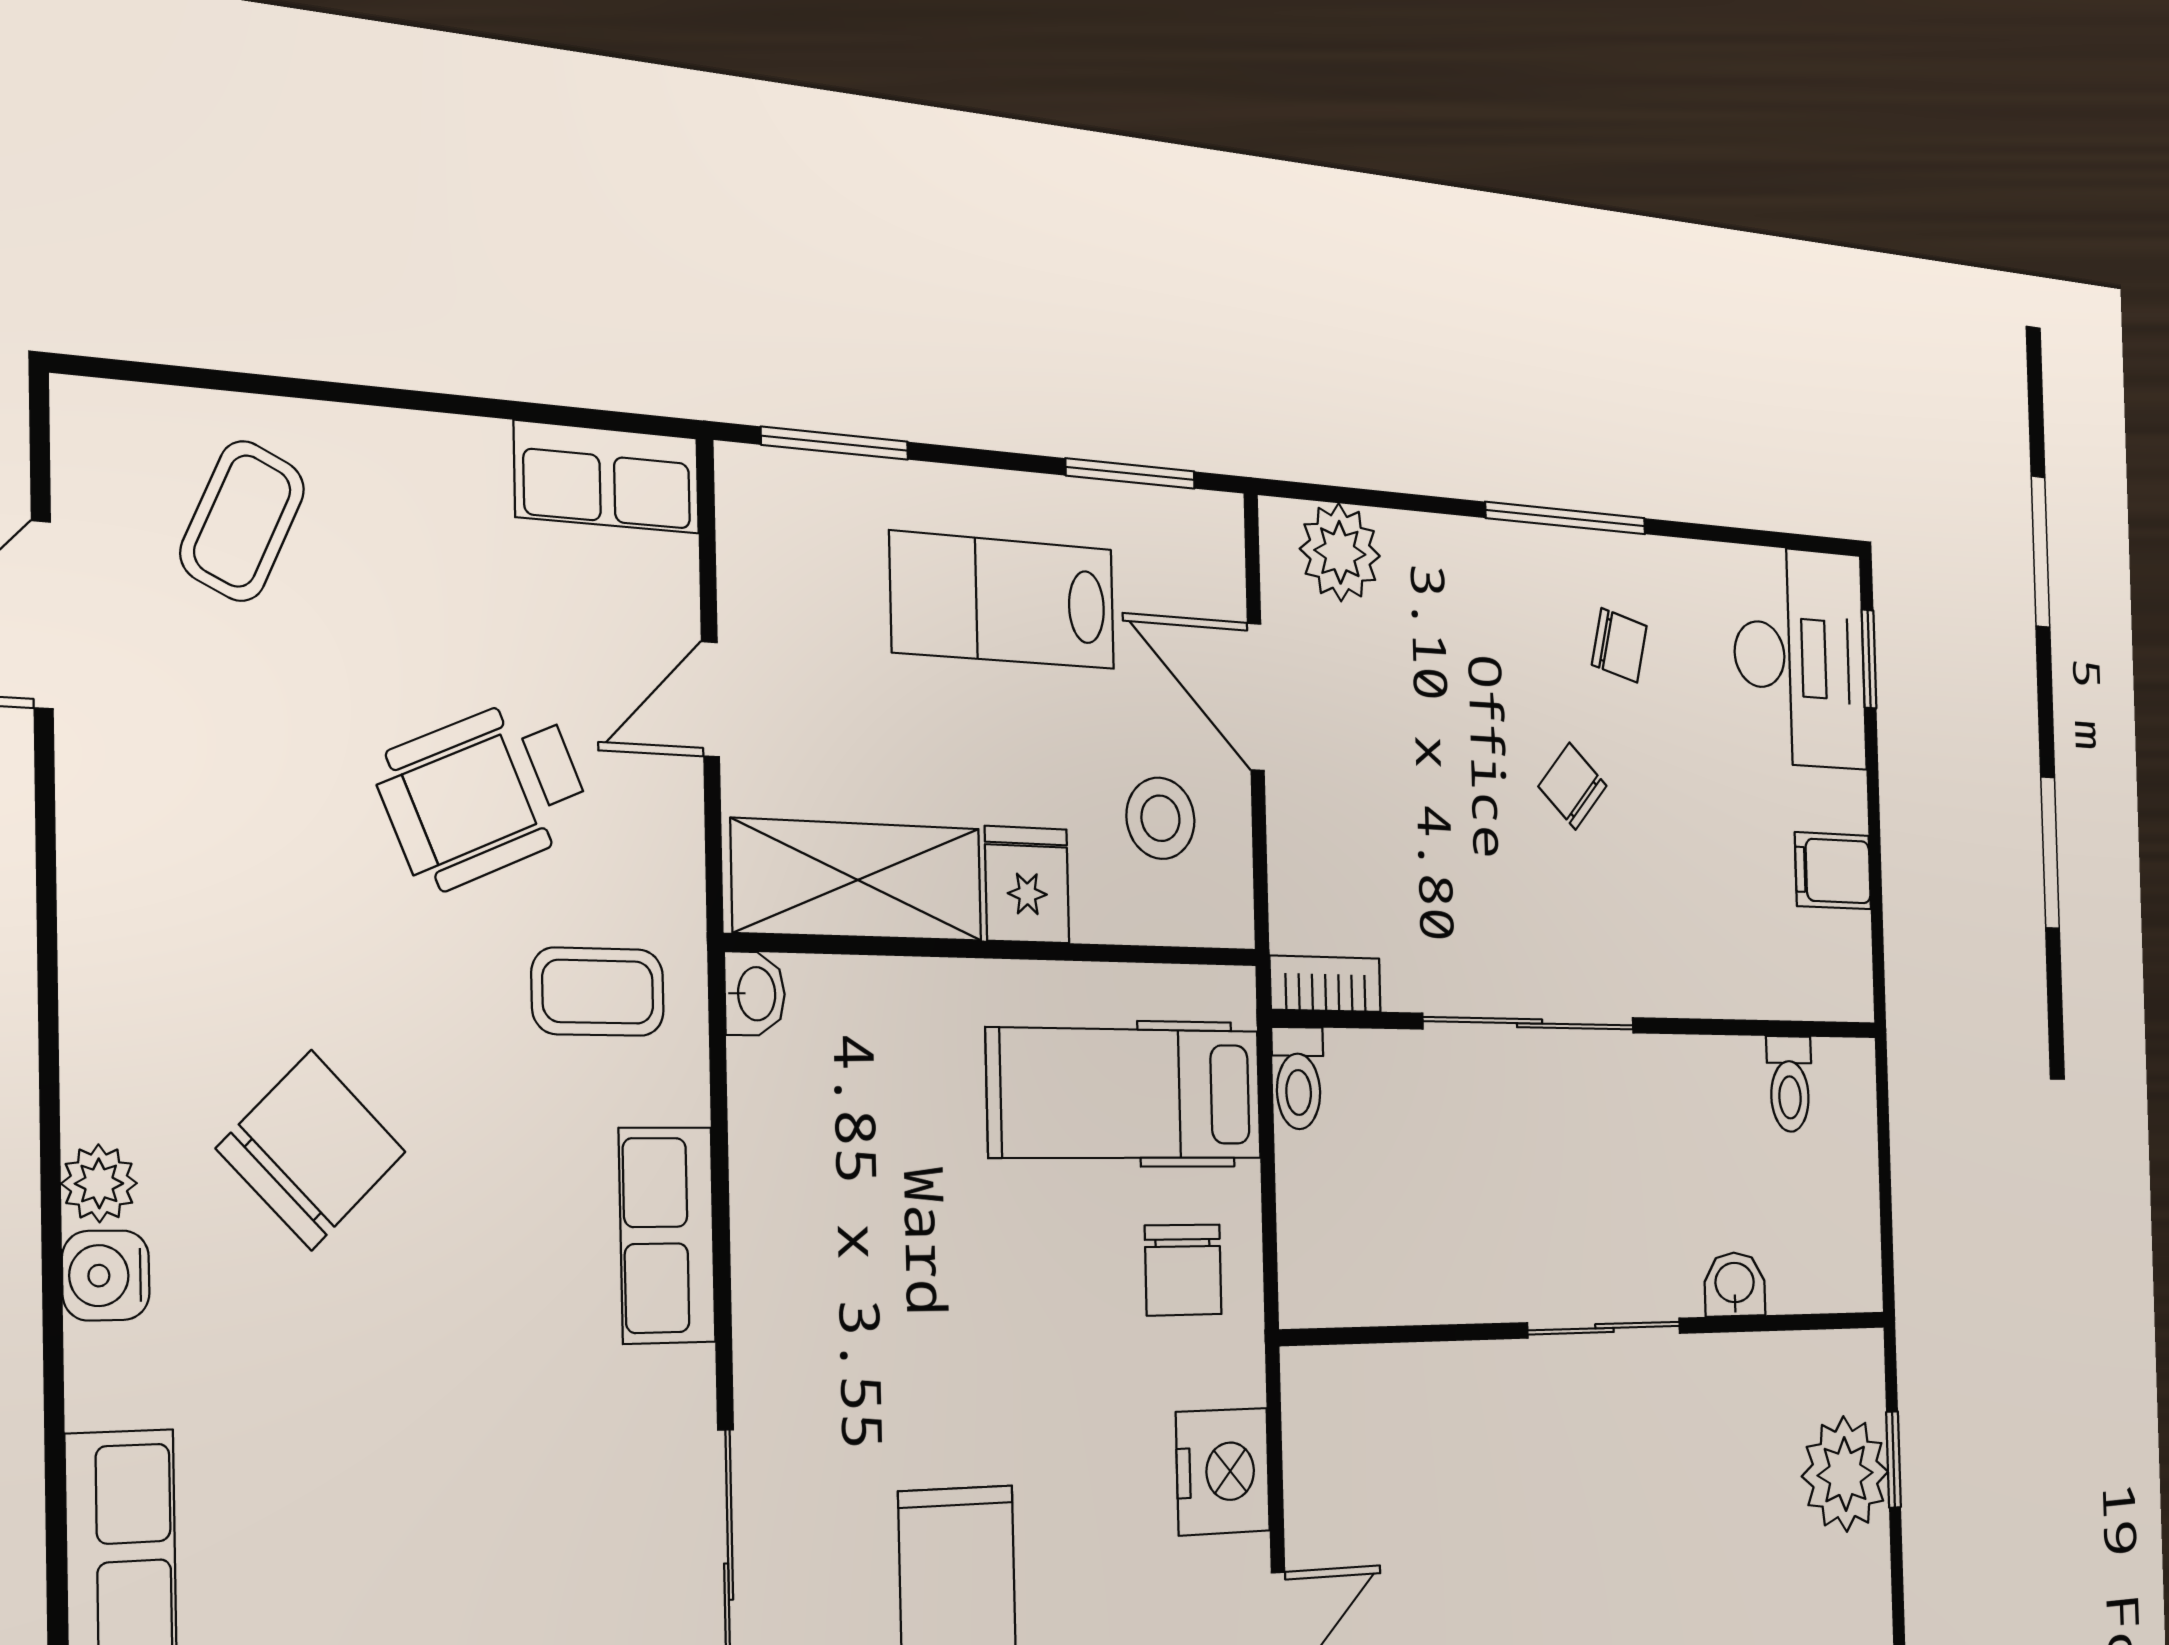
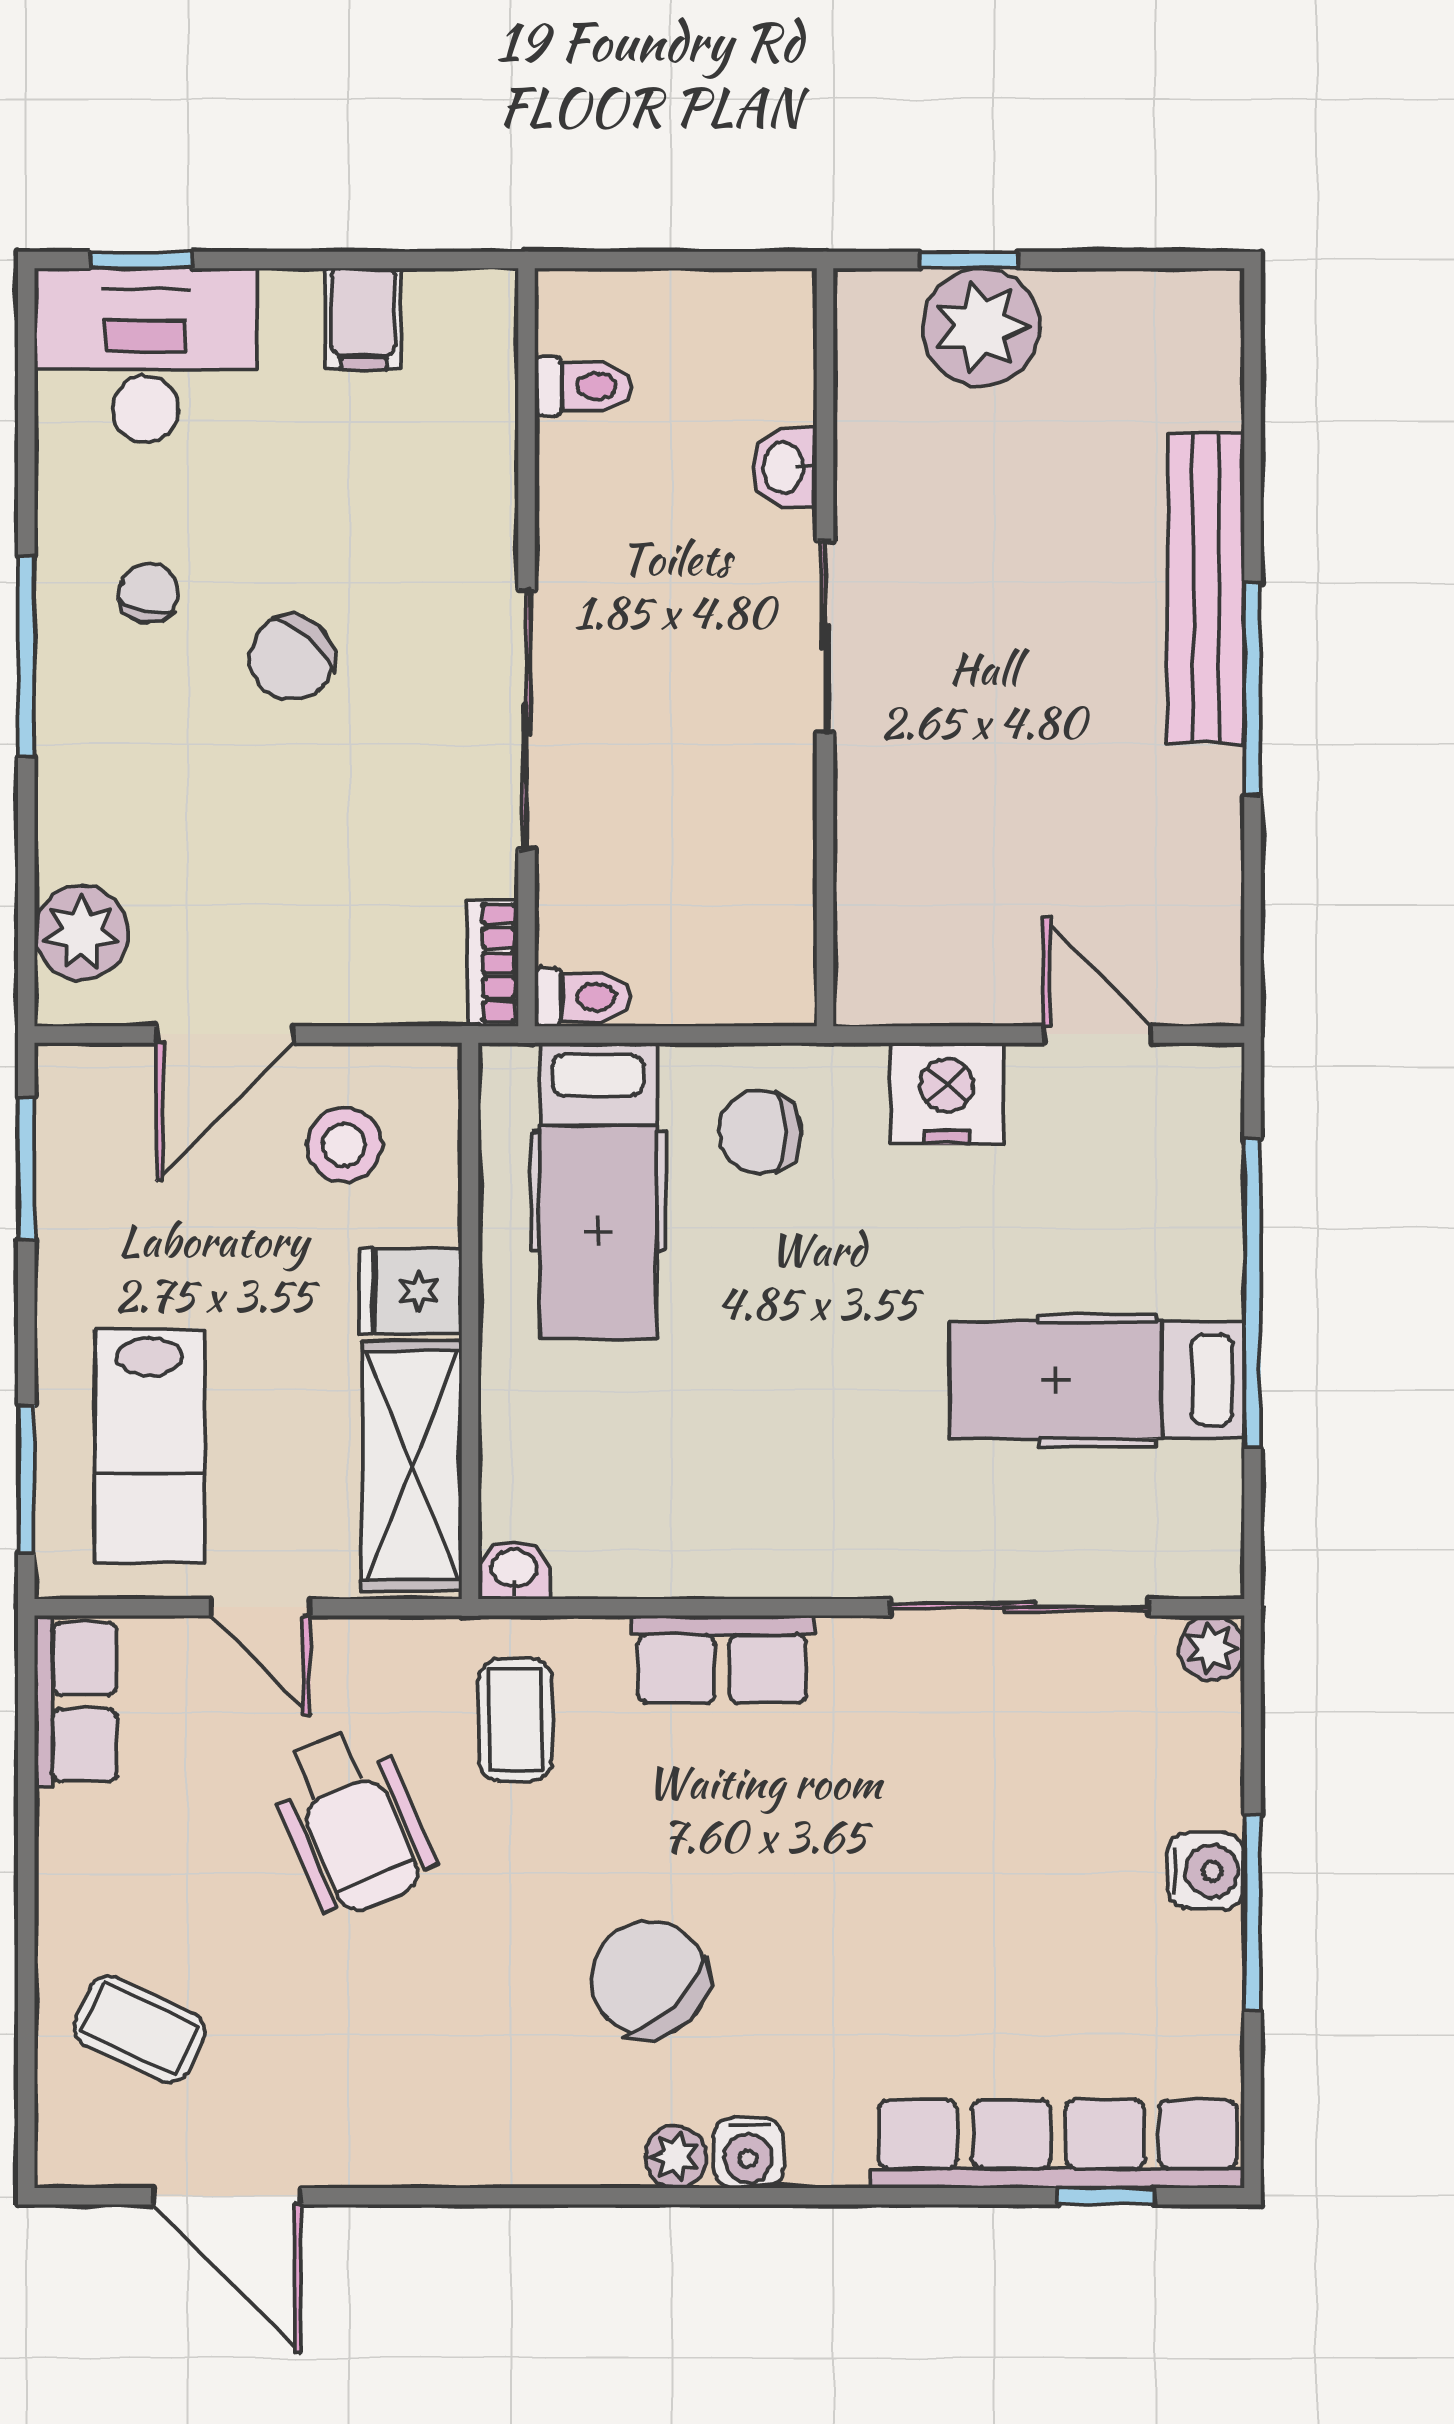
lab bench: (1003, 600) -> (149, 1446), moved
chair: (1572, 786) -> (292, 658), width x1.37, depth x1.37
chair: (1183, 1270) -> (760, 1132), turned 180

